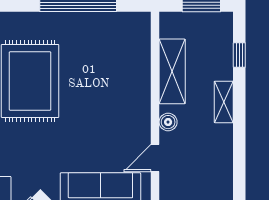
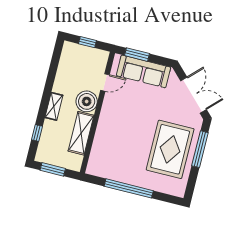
boiler: (168, 122) -> (87, 101), width x1.86, depth x1.86

